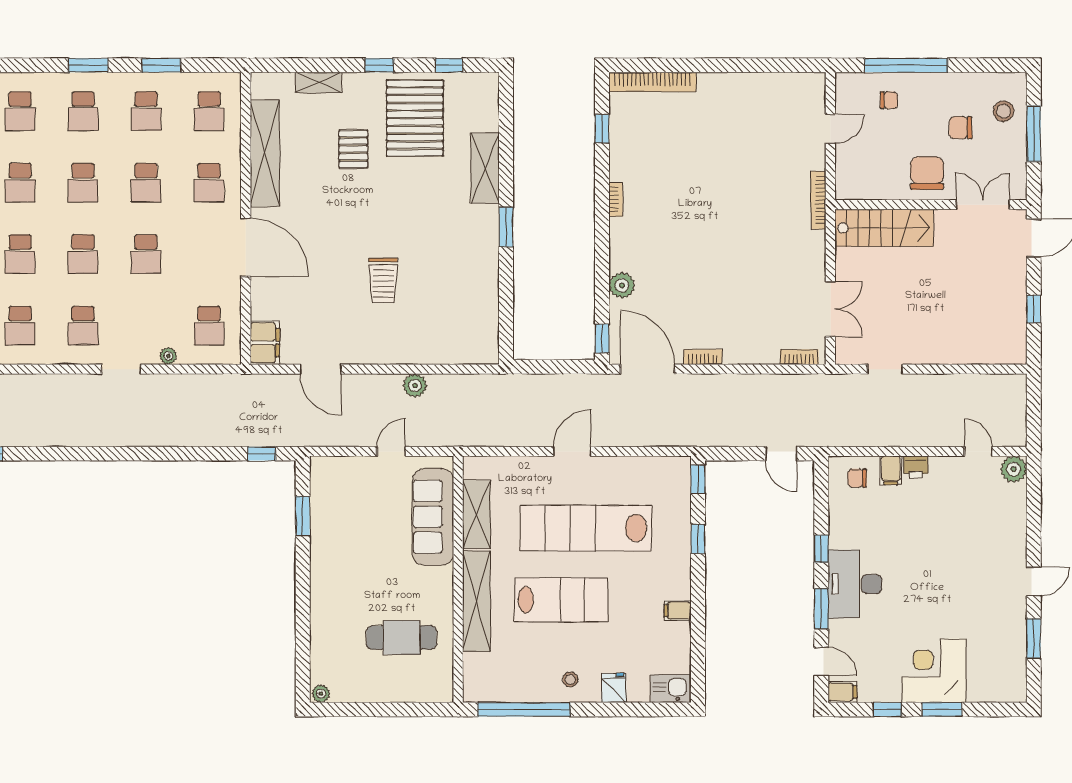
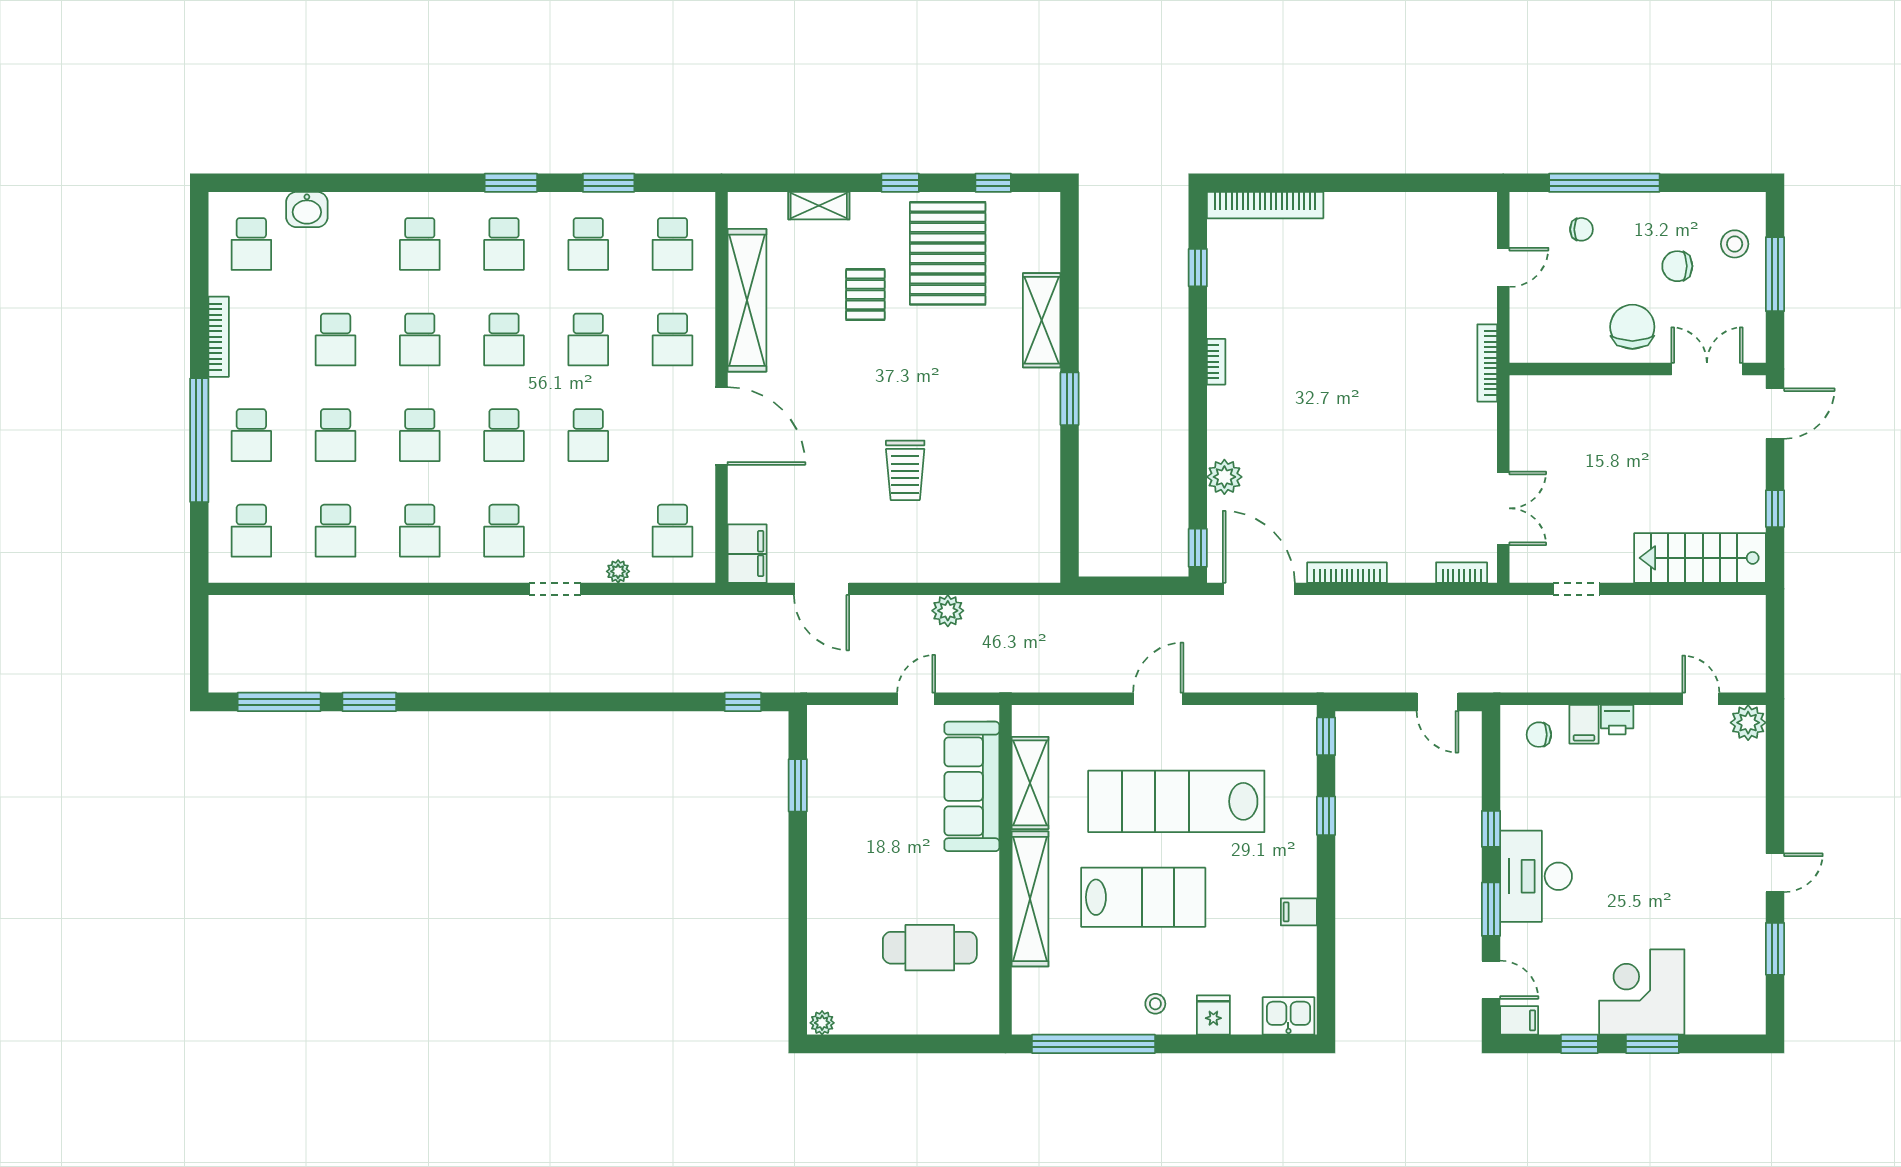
stairs: (884, 228) -> (1700, 558), moved, turned 180
bookcase: (703, 357) -> (1347, 573), width x1.56

